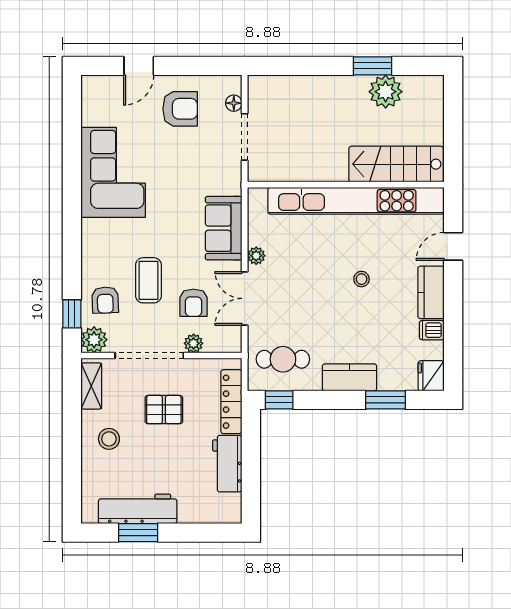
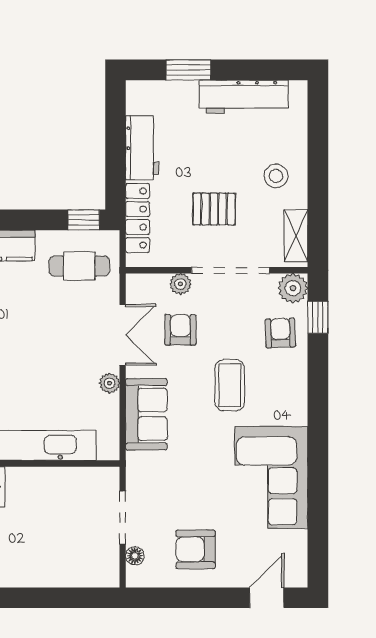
door: (139, 66) -> (267, 598), moved
coffee table: (148, 280) -> (230, 385), moved
window: (138, 533) -> (188, 70), moved

